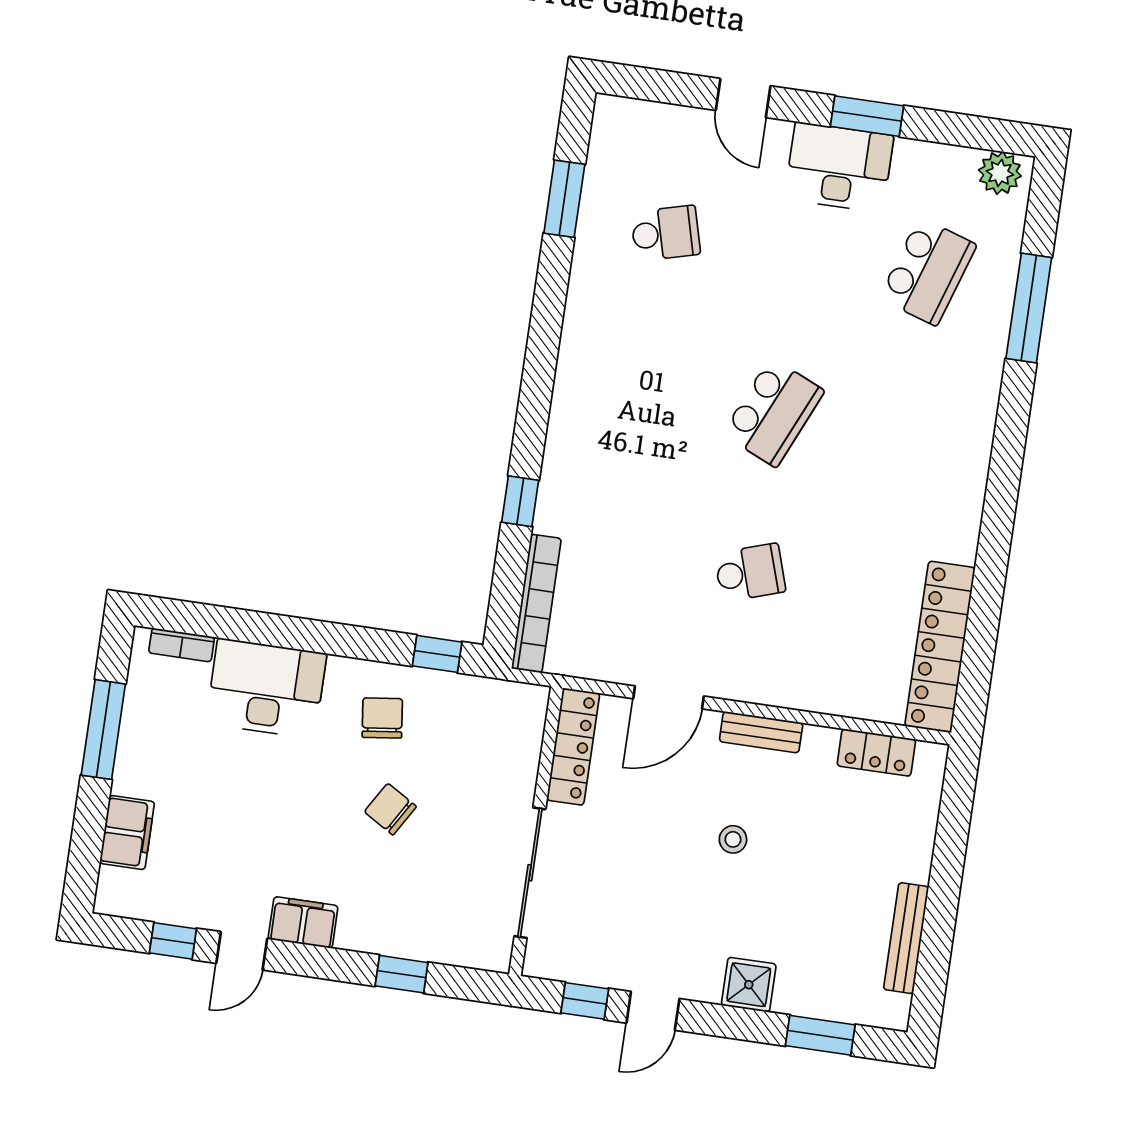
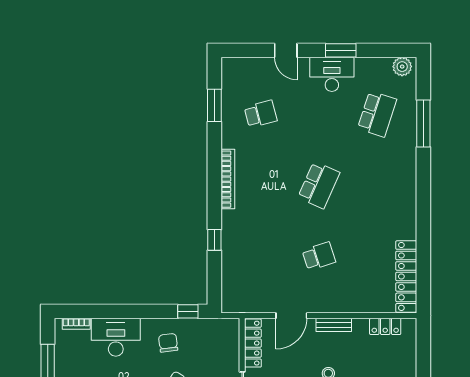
bookcase: (536, 604) -> (228, 179), moved

